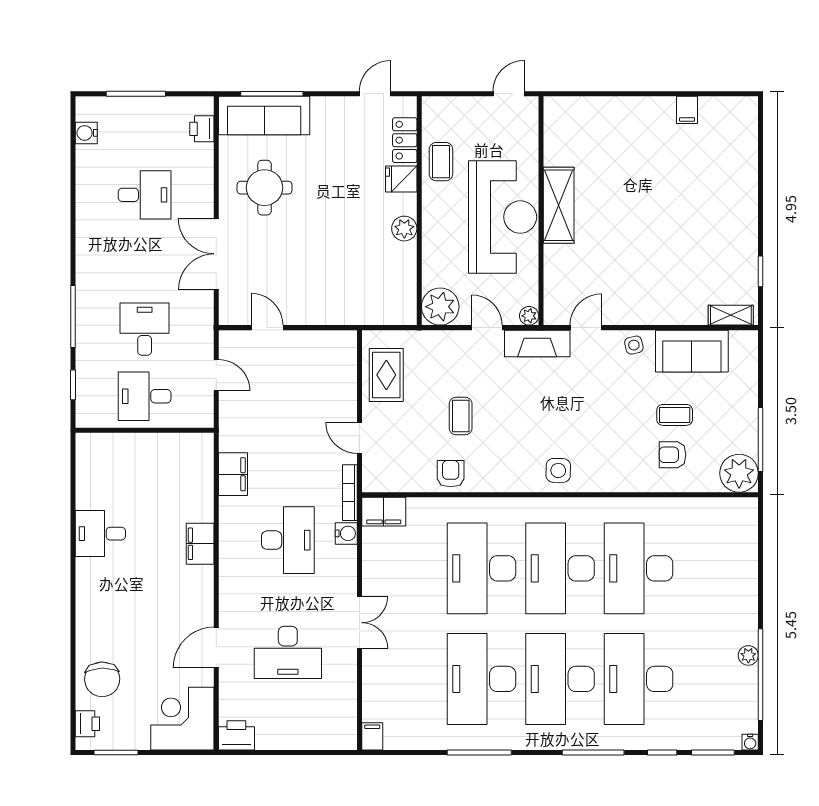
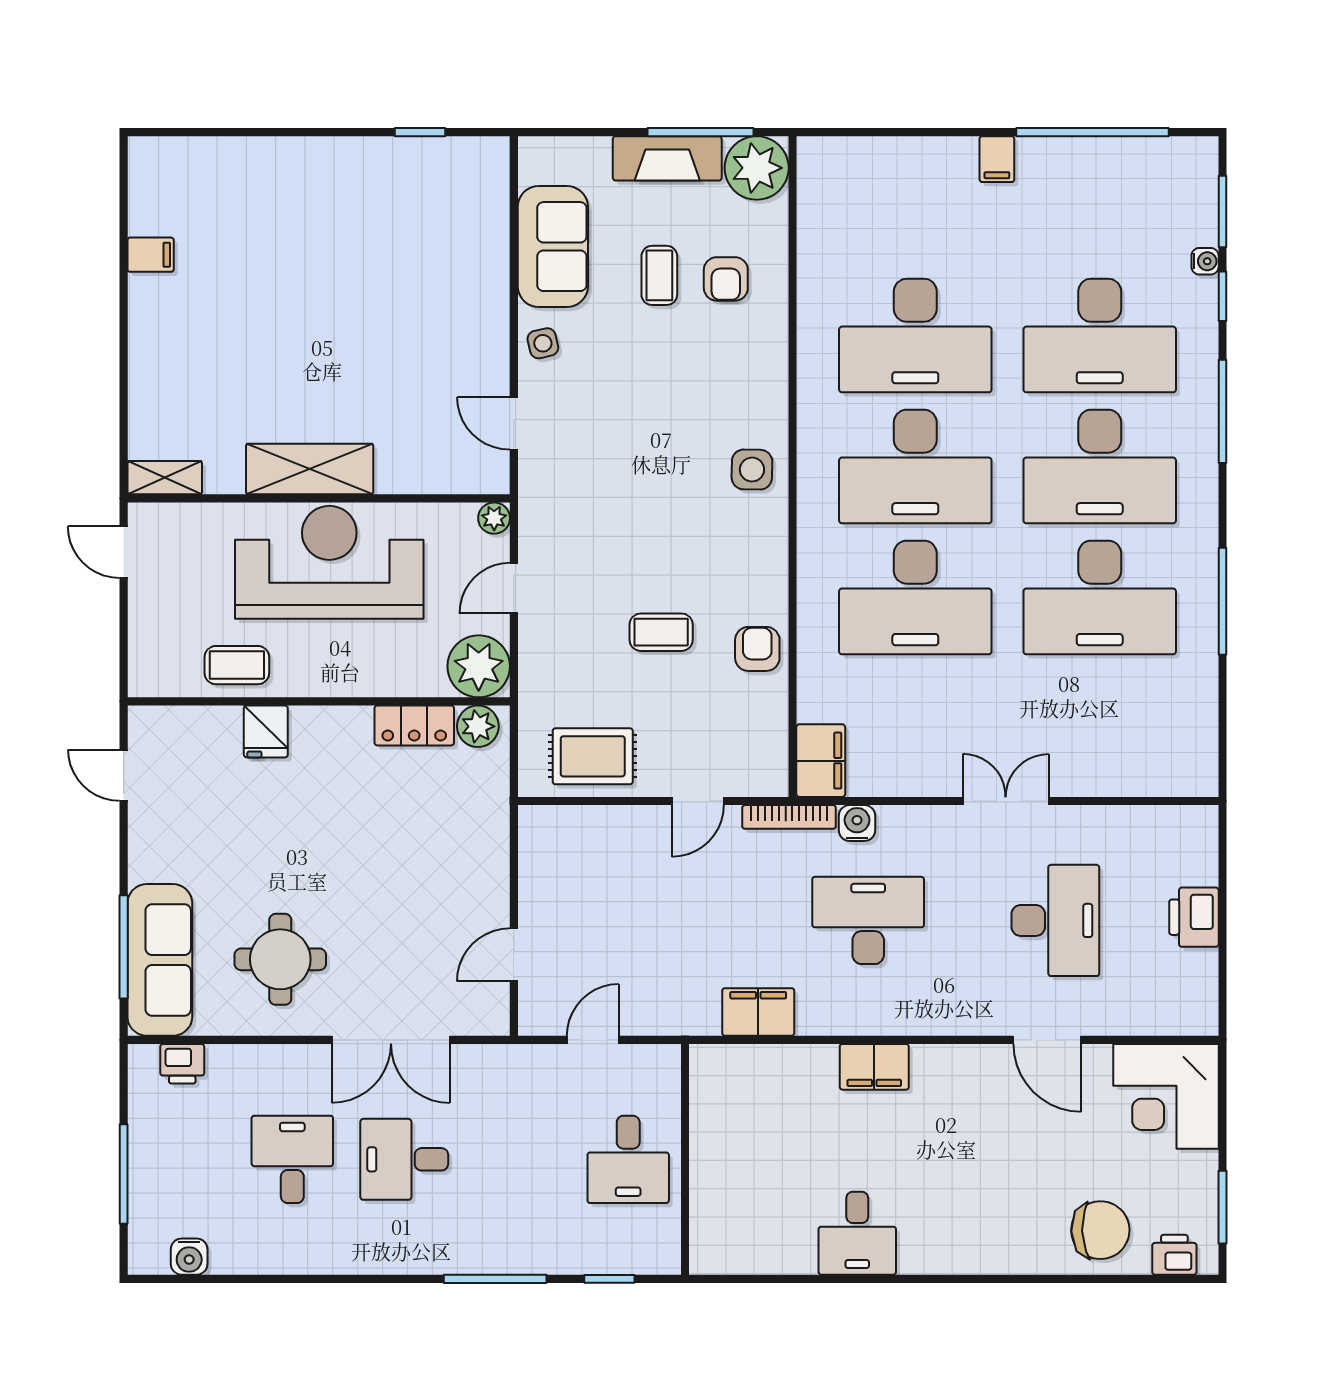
locker: (405, 140) -> (414, 725), moved
plant: (404, 229) -> (478, 726), moved
shelving: (731, 315) -> (165, 478), moved, turned 90
desk: (145, 329) -> (404, 1159), moved
fireplace: (537, 343) -> (667, 158), moved, turned 90
armchair: (451, 474) -> (757, 649), turned 90
plant: (748, 655) -> (1061, 153), removed
printer: (236, 735) -> (1194, 917), moved
filing cabinet: (372, 736) -> (997, 159), moved, turned -90
water cooler: (750, 742) -> (1205, 261), moved

